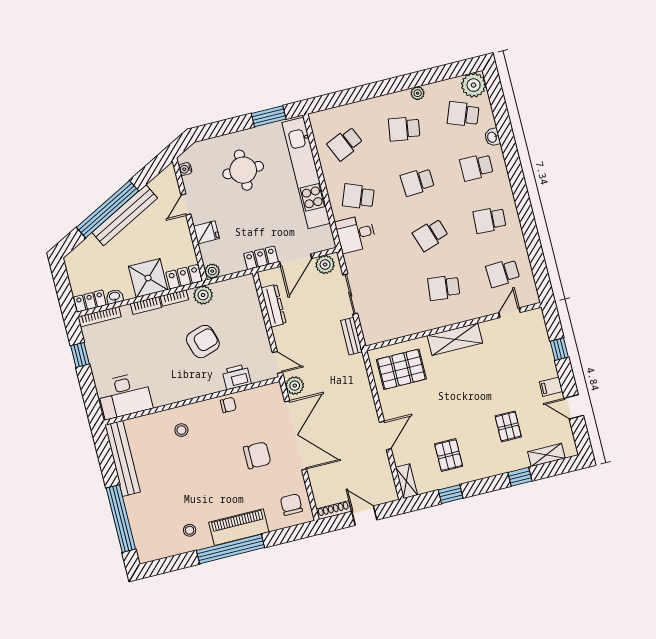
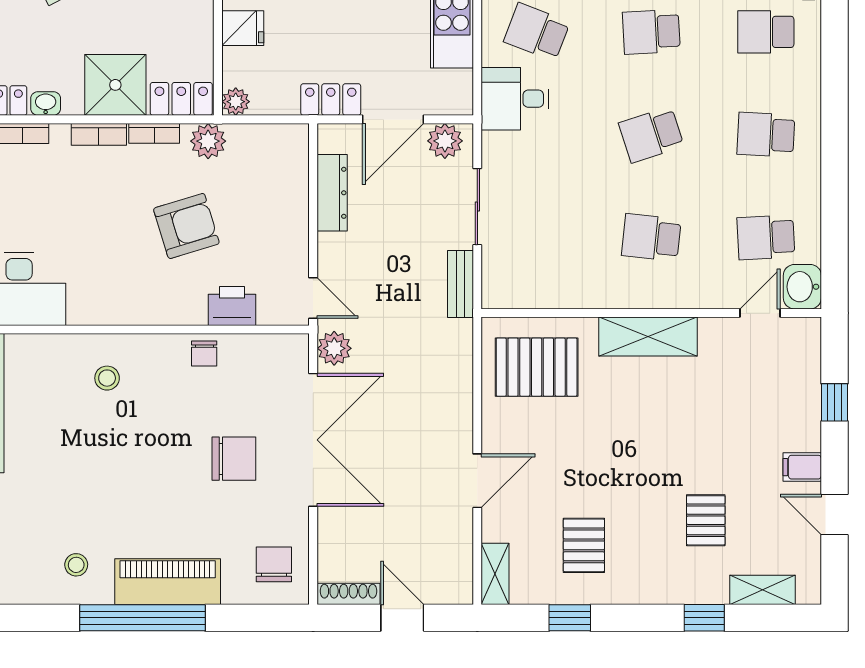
washbasin: (528, 294) -> (802, 287), added
chair: (228, 405) -> (204, 354), turned 90

